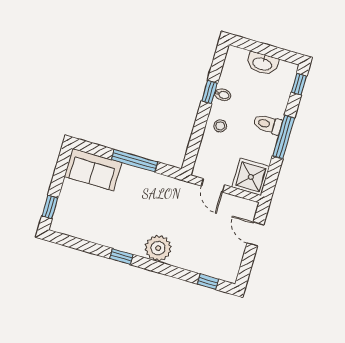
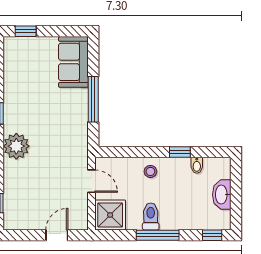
bidet: (223, 95) -> (197, 165), moved
toilet: (268, 124) -> (151, 217), moved
door: (213, 185) -> (92, 181), swing flipped

